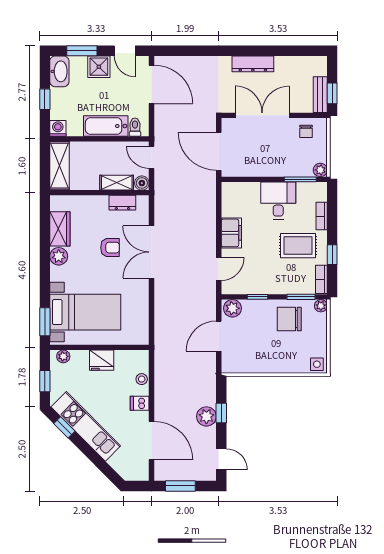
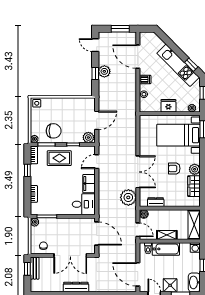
shelving: (117, 183) -> (167, 235), moved
desk: (278, 200) -> (84, 204), moved, turned -90
plant: (167, 210) -> (128, 197), added
rug: (298, 246) -> (59, 158), moved
armchair: (110, 248) -> (174, 168), moved

